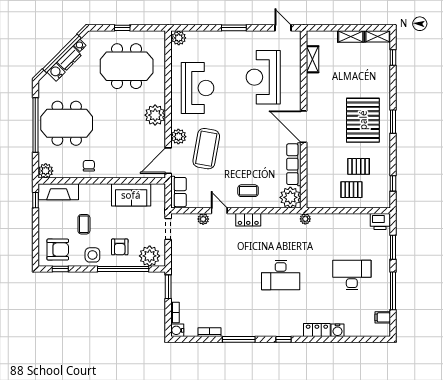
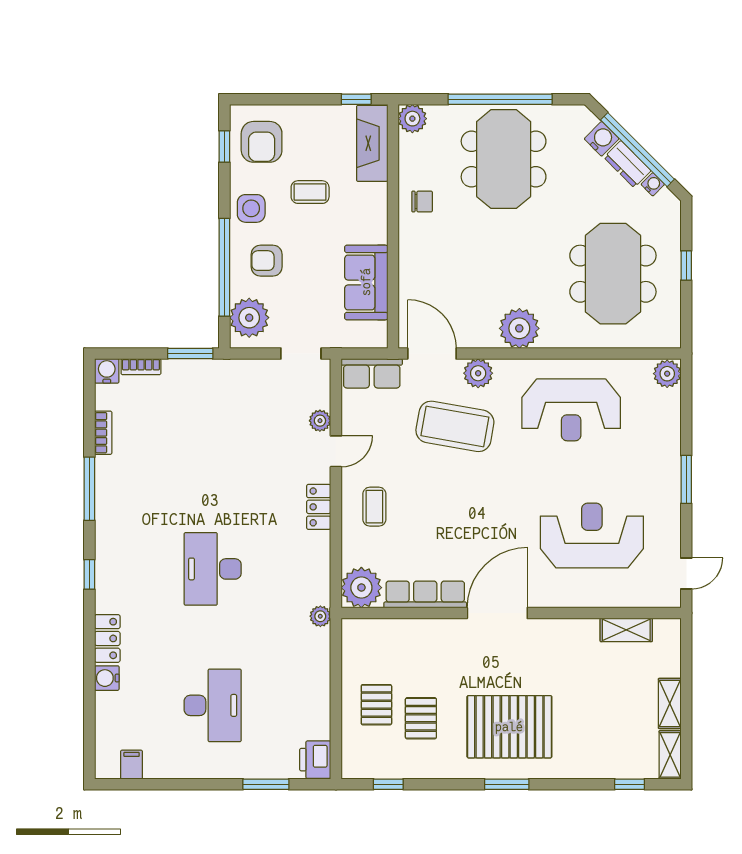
window: (393, 291) -> (182, 784), removed

